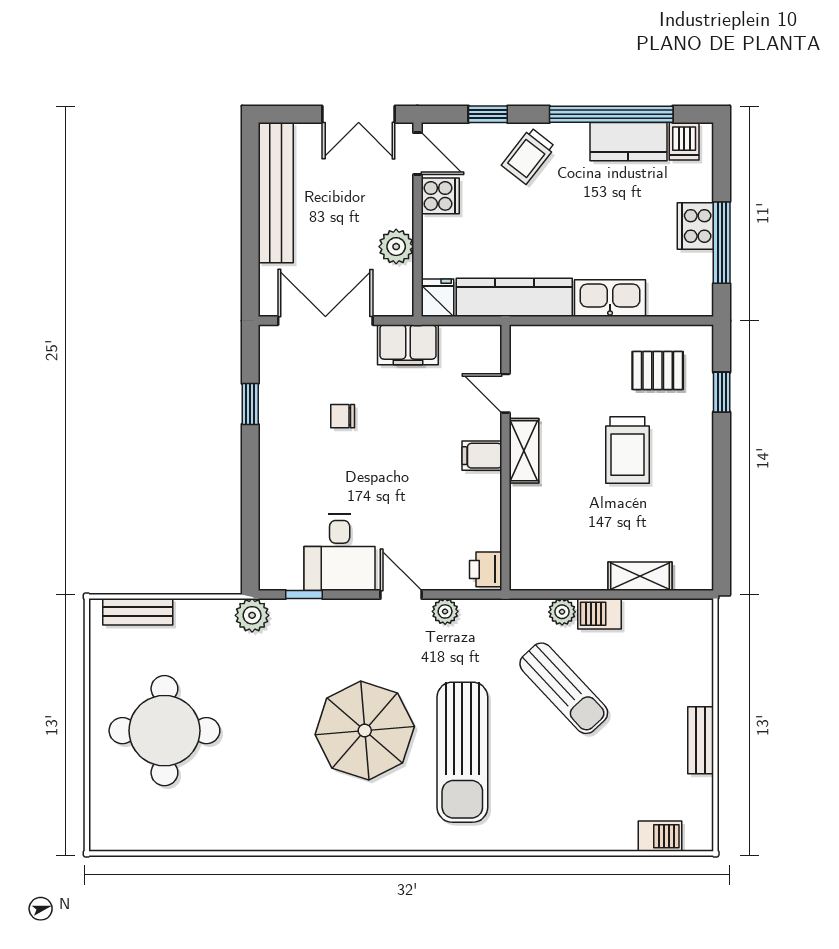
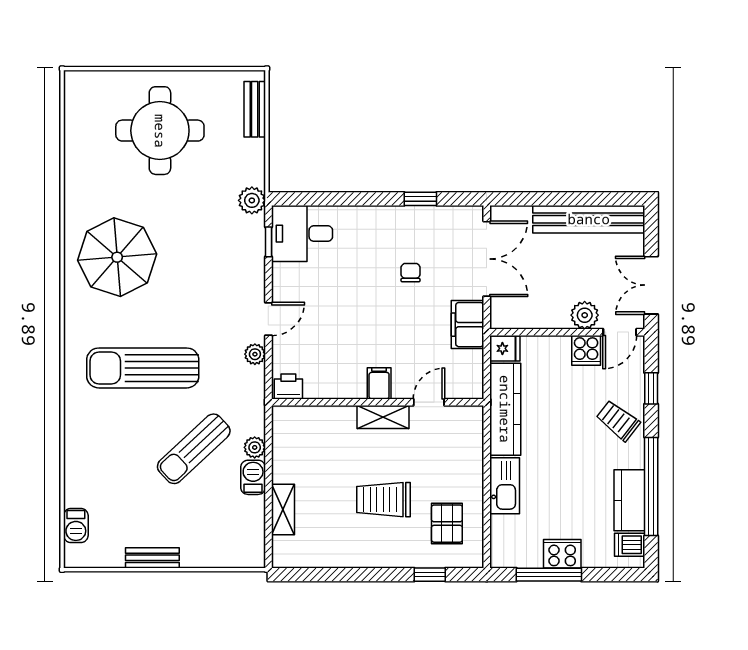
plant: (396, 247) -> (585, 315), moved
desk: (340, 552) -> (302, 234), moved
parasol: (365, 731) -> (117, 257), moved

